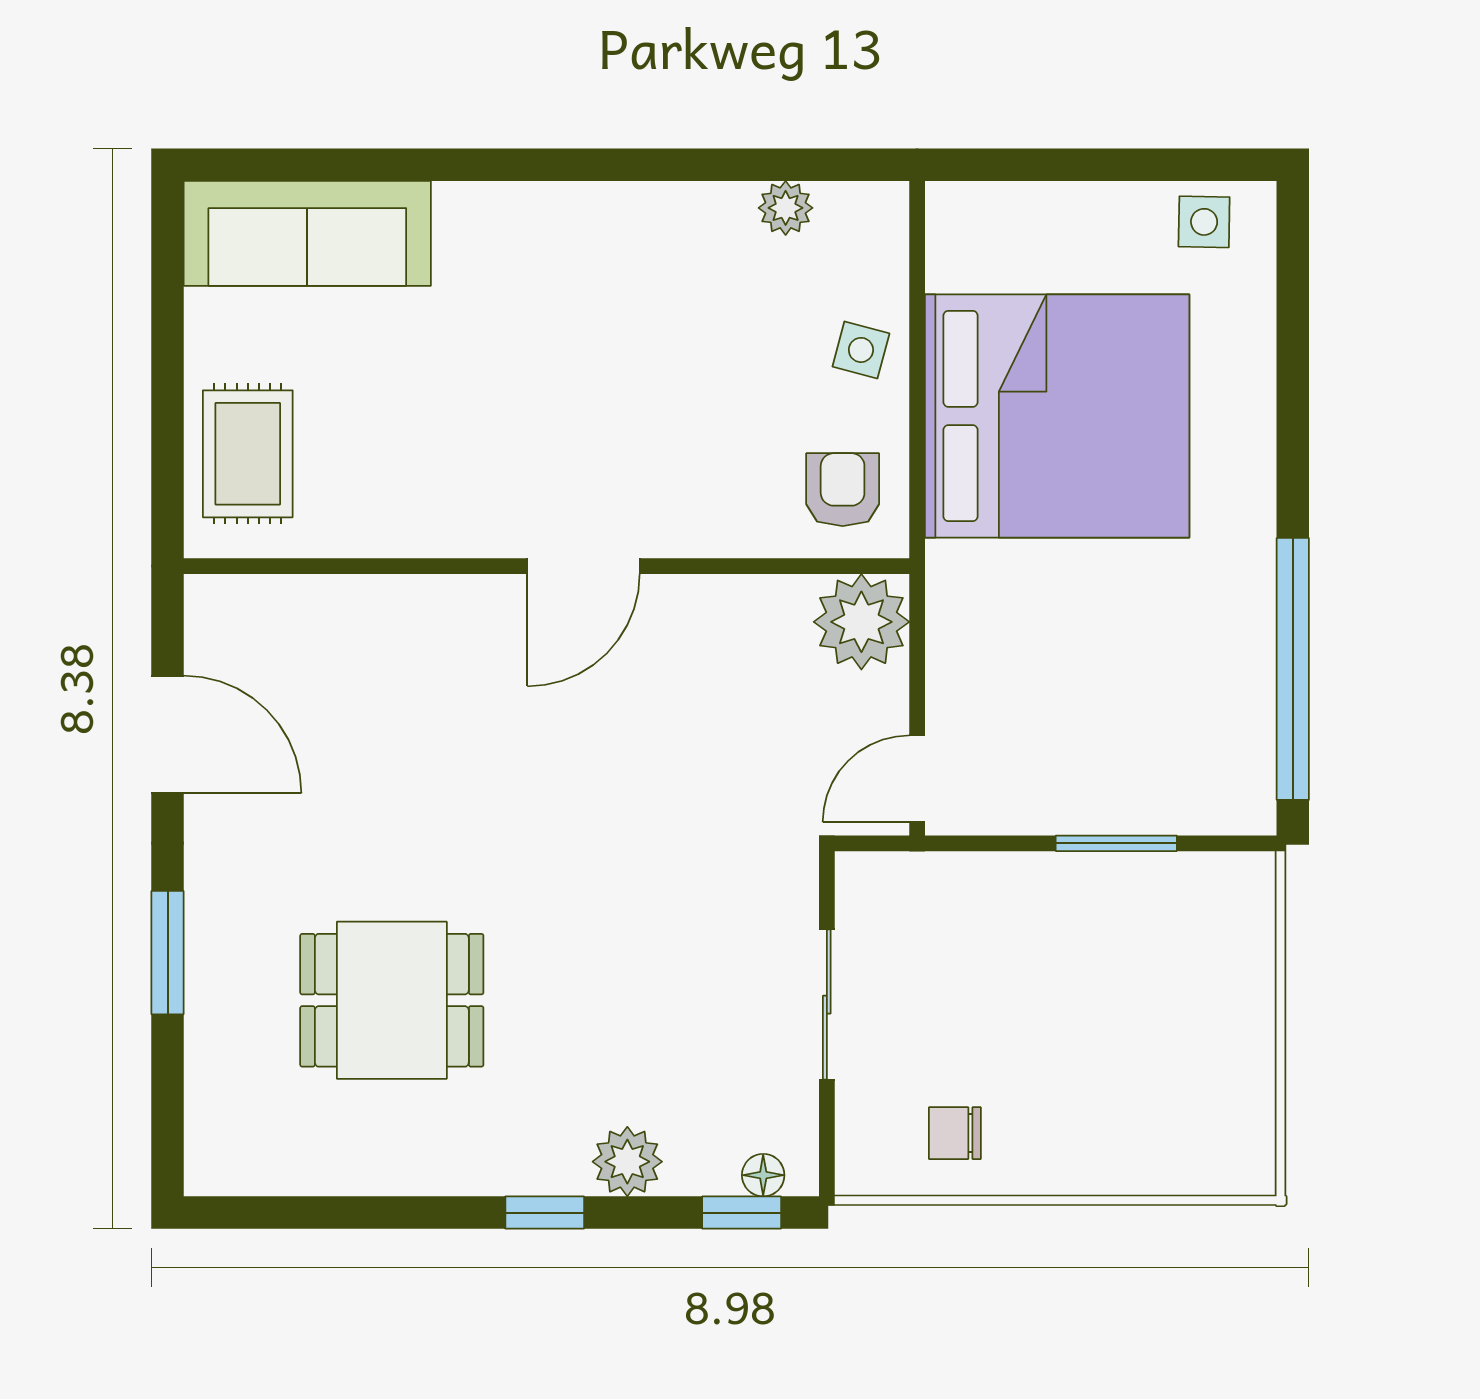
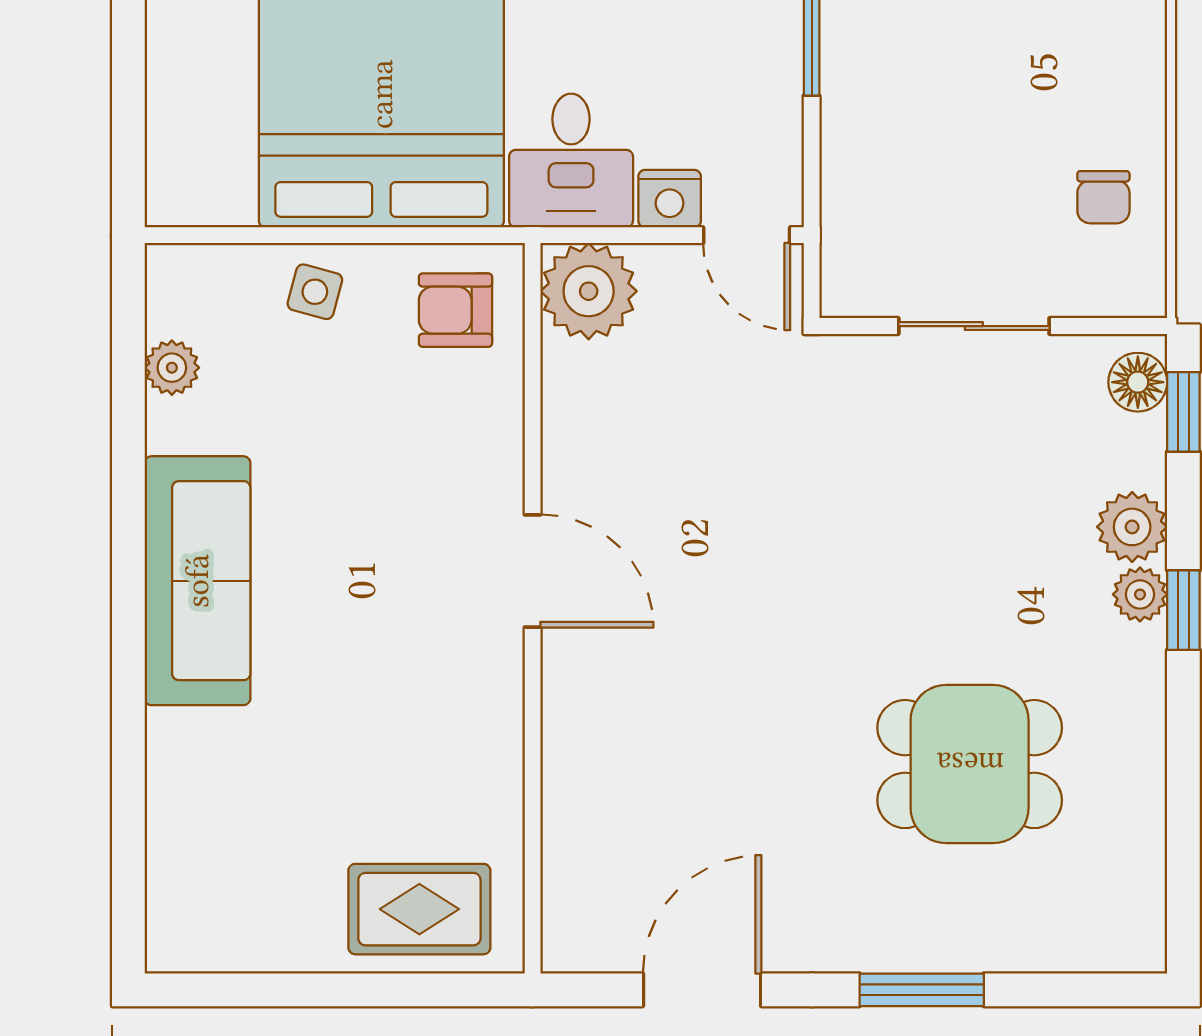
sofa: (307, 233) -> (197, 581), moved
desk: (991, 604) -> (571, 161), added
nightstand: (953, 702) -> (670, 199), added
dining table: (392, 1000) -> (970, 764), turned 90
plant: (560, 1169) -> (1140, 594), added
floor lamp: (763, 1175) -> (1138, 382), width x1.37, depth x1.37

